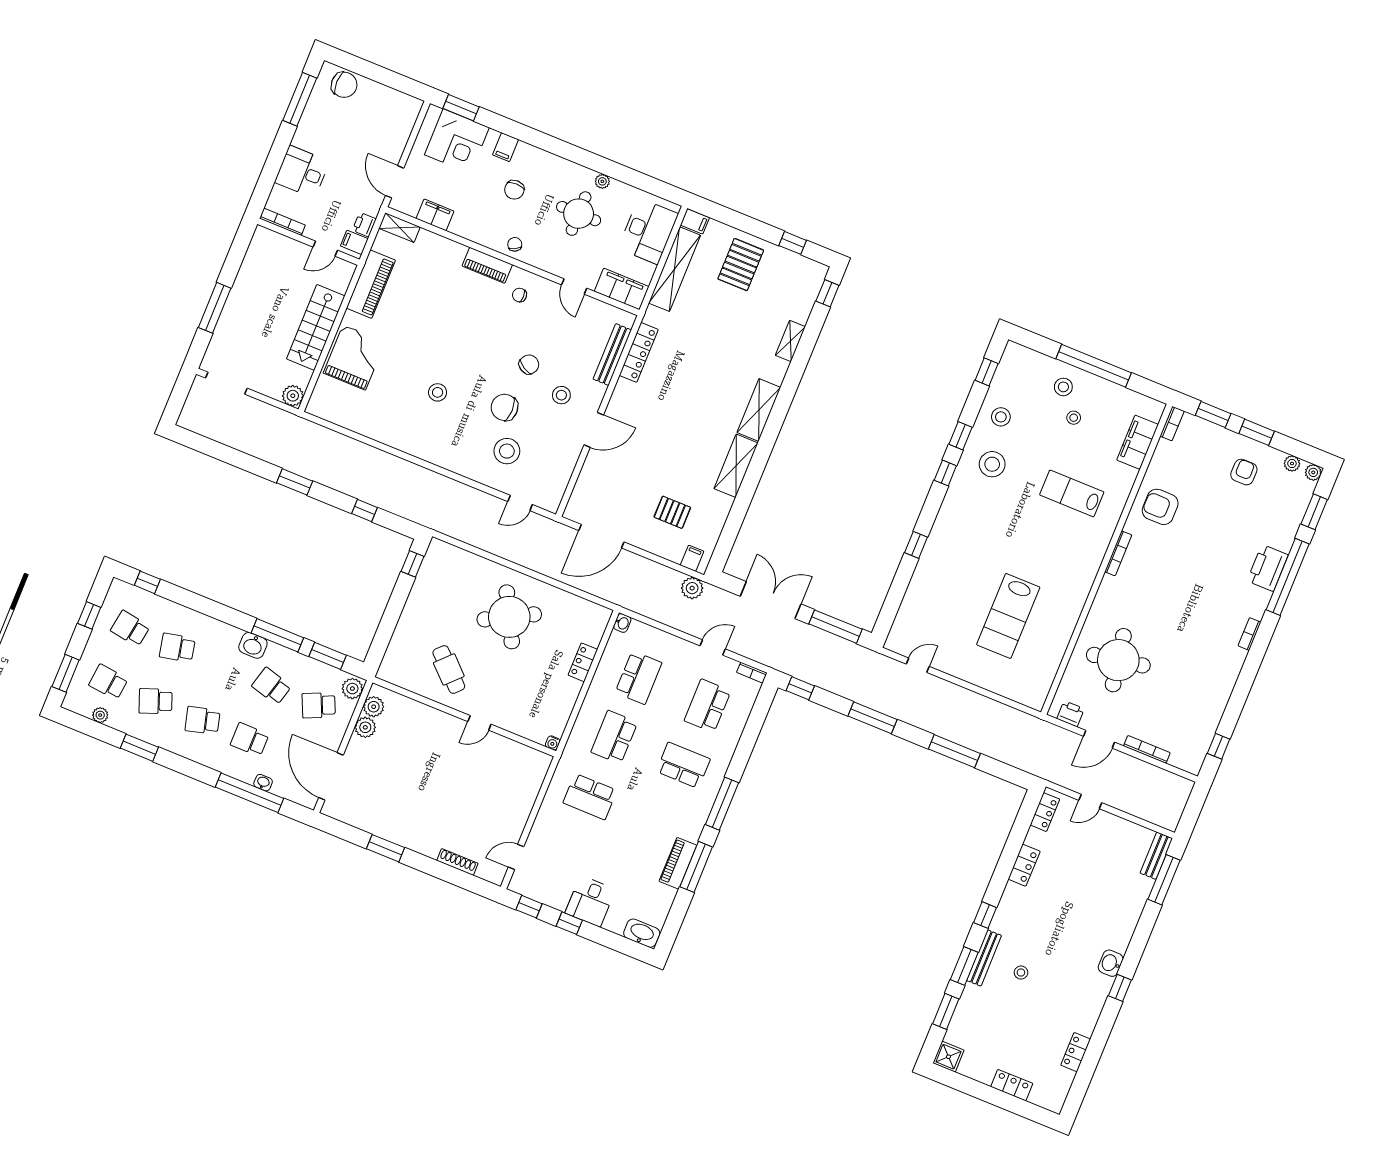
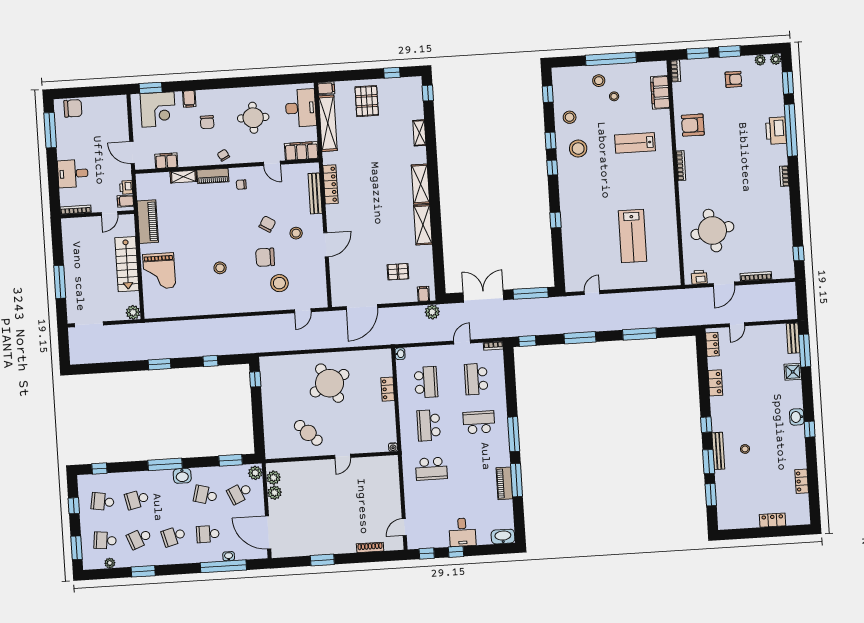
plant: (602, 181) -> (258, 91), removed
shelving: (400, 228) -> (183, 177), moved
grand piano: (354, 357) -> (159, 271), turned 180
armchair: (1244, 472) -> (733, 79), turned 90
window: (277, 635) -> (165, 464), moved
shower: (948, 1057) -> (793, 372), moved

